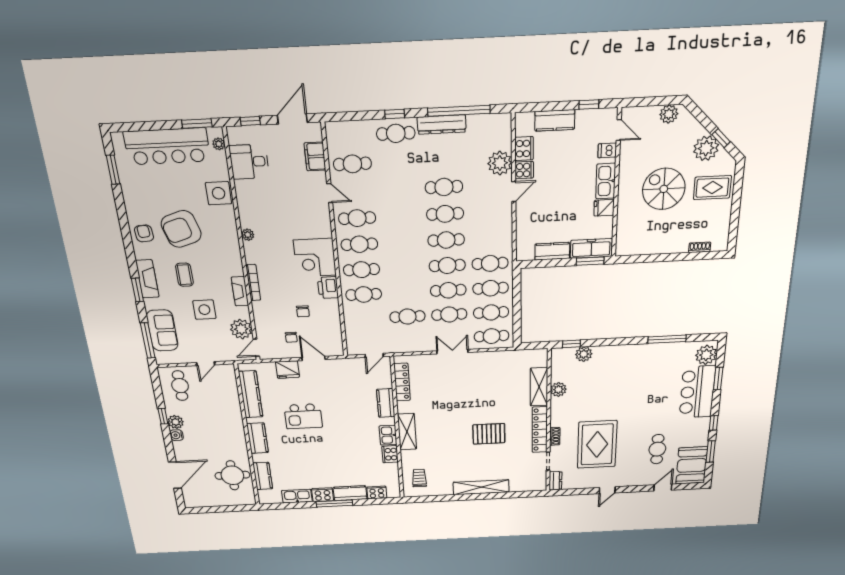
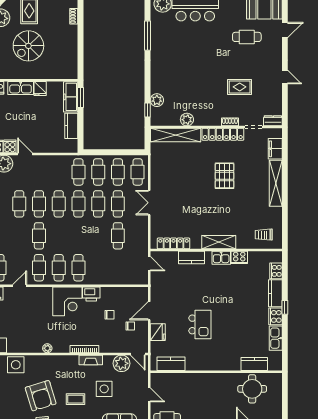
cafe table: (364, 294) -> (39, 236), moved
shelving: (539, 387) -> (176, 135), width x1.47
kitchen counter: (251, 394) -> (171, 364), width x0.67
kitchen counter: (257, 438) -> (218, 364), removed
rug: (597, 444) -> (240, 87), width x0.54, depth x0.49
filing cabinet: (522, 485) -> (275, 149), added
door: (663, 487) -> (285, 30), swing flipped
window: (334, 503) -> (285, 307), width x0.46

